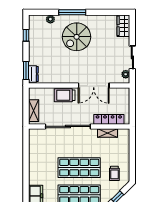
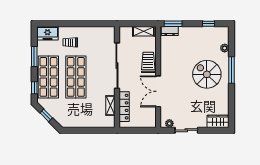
shelving: (34, 111) -> (144, 31), moved
trolley: (114, 173) -> (70, 42), moved

